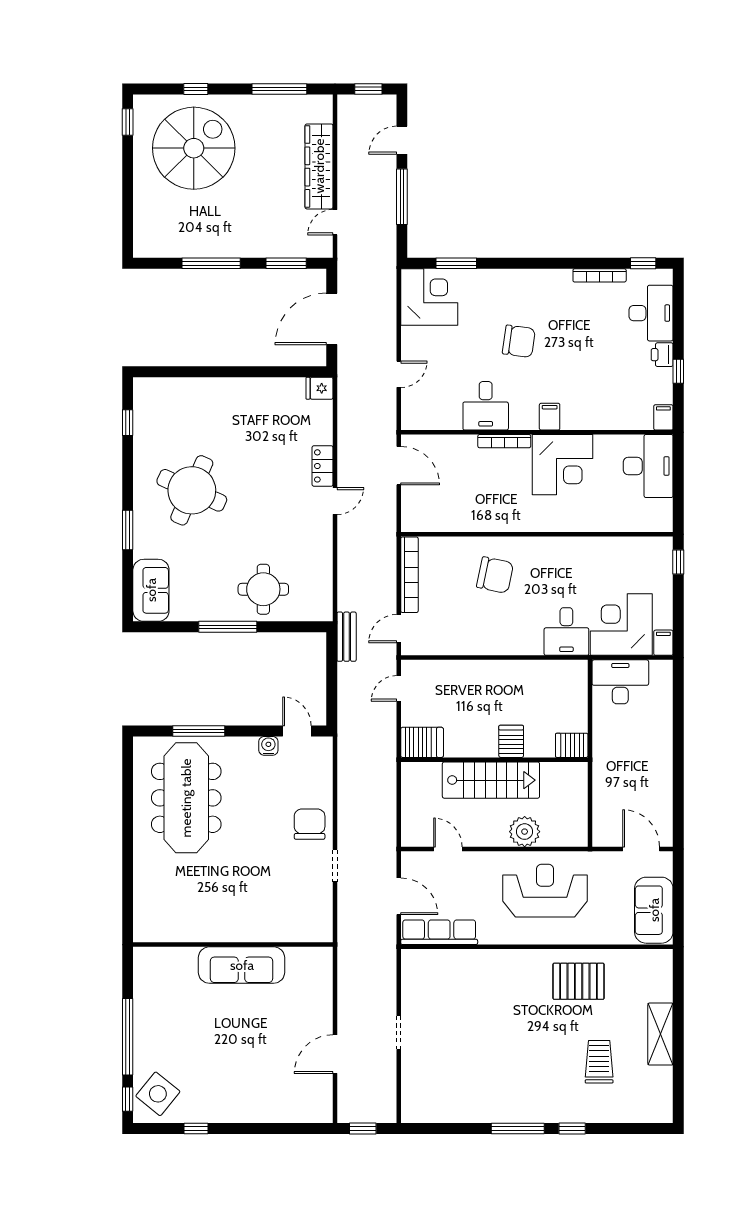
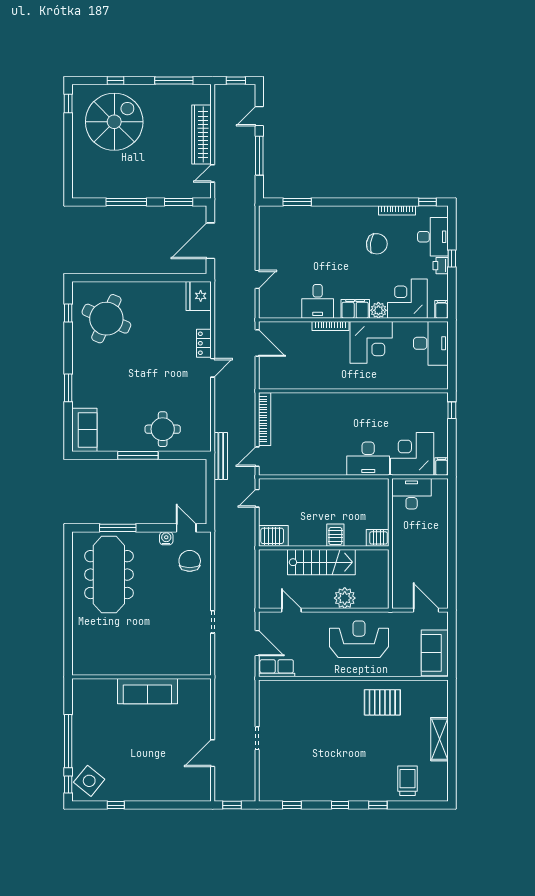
corner desk: (429, 297) -> (407, 299), moved, turned -90
chair: (519, 341) -> (377, 244), moved
window: (678, 371) -> (452, 259), moved
fridge: (319, 388) -> (199, 296), width x1.88, depth x1.34
filing cabinet: (550, 417) -> (355, 309), width x2.00
plant: (573, 419) -> (378, 310), added
round table: (192, 490) -> (106, 319), moved
chair: (495, 575) -> (324, 419), removed
desk: (566, 632) -> (368, 459), width x1.37
bench: (347, 637) -> (221, 456), width x1.36
chair: (310, 824) -> (190, 561), moved
row of seats: (439, 932) -> (277, 668), width x0.68
trolley: (599, 1062) -> (408, 781), moved
window: (449, 1129) -> (292, 805), added
window: (518, 1129) -> (340, 805), width x0.46

